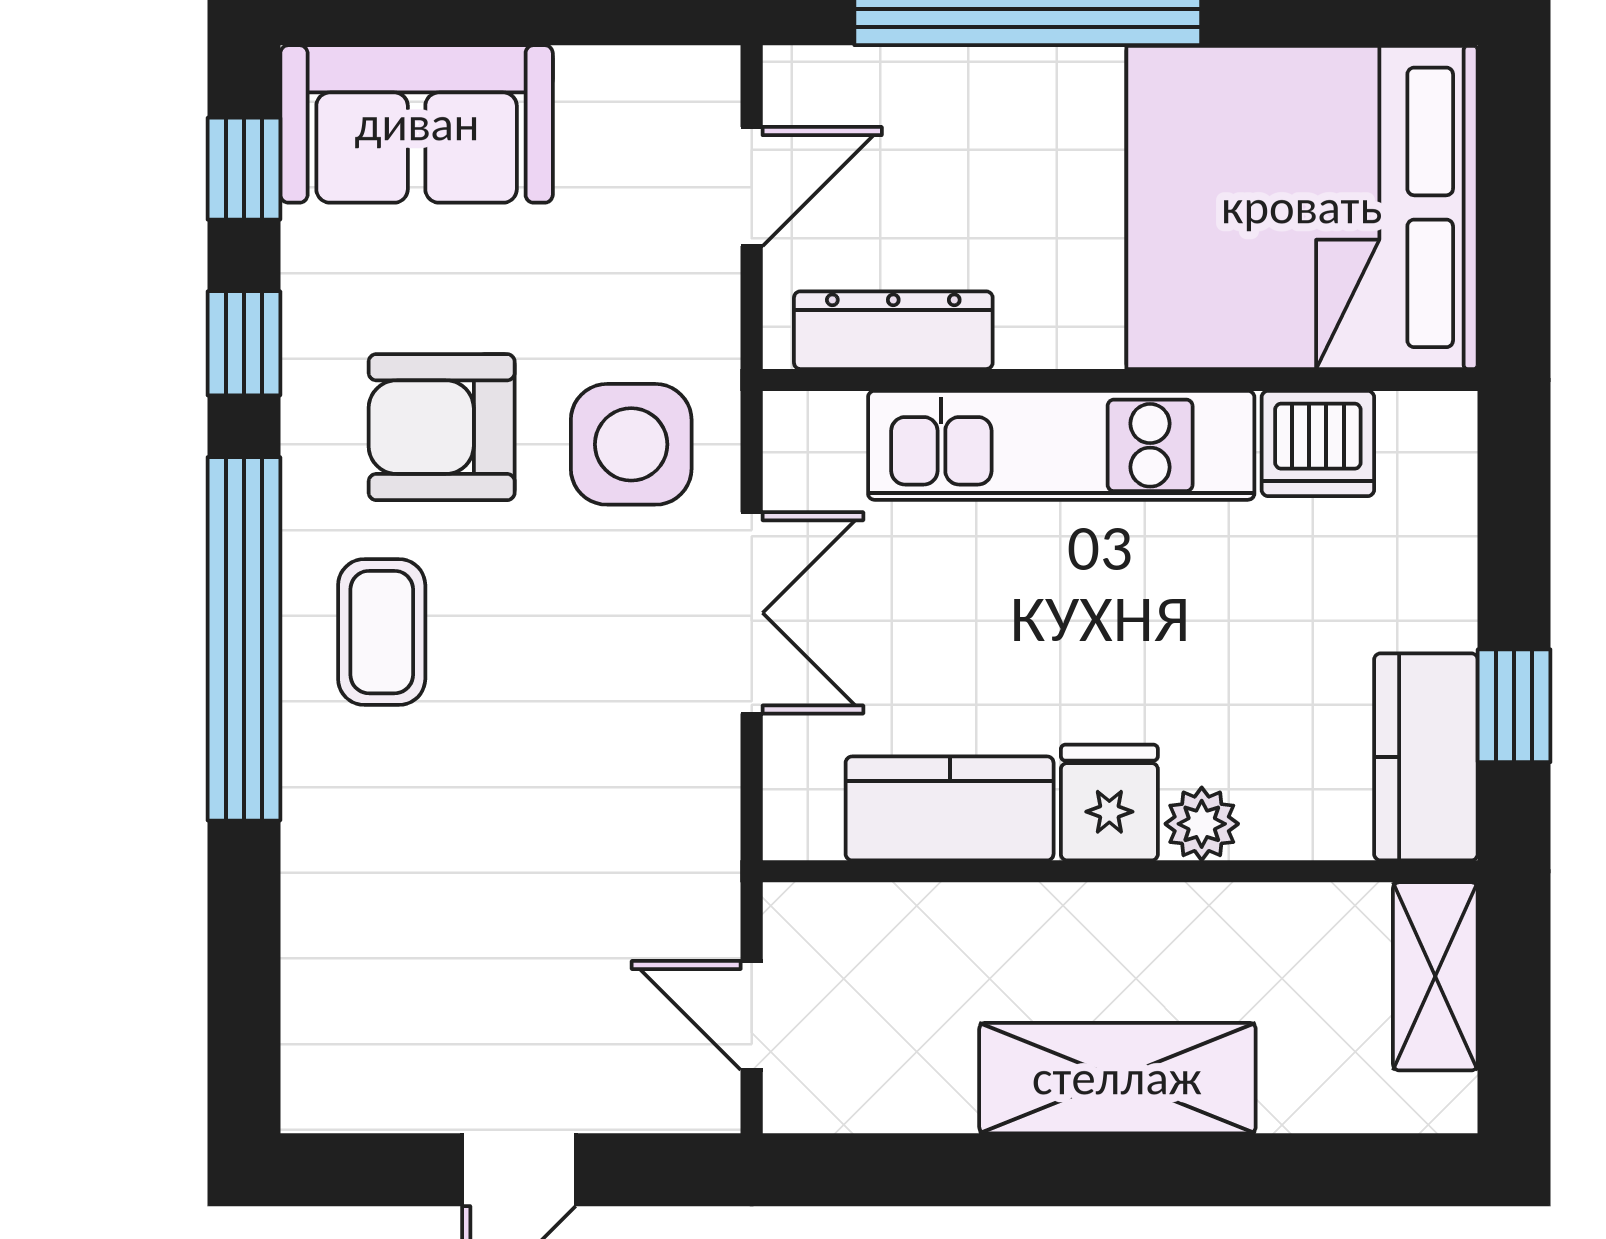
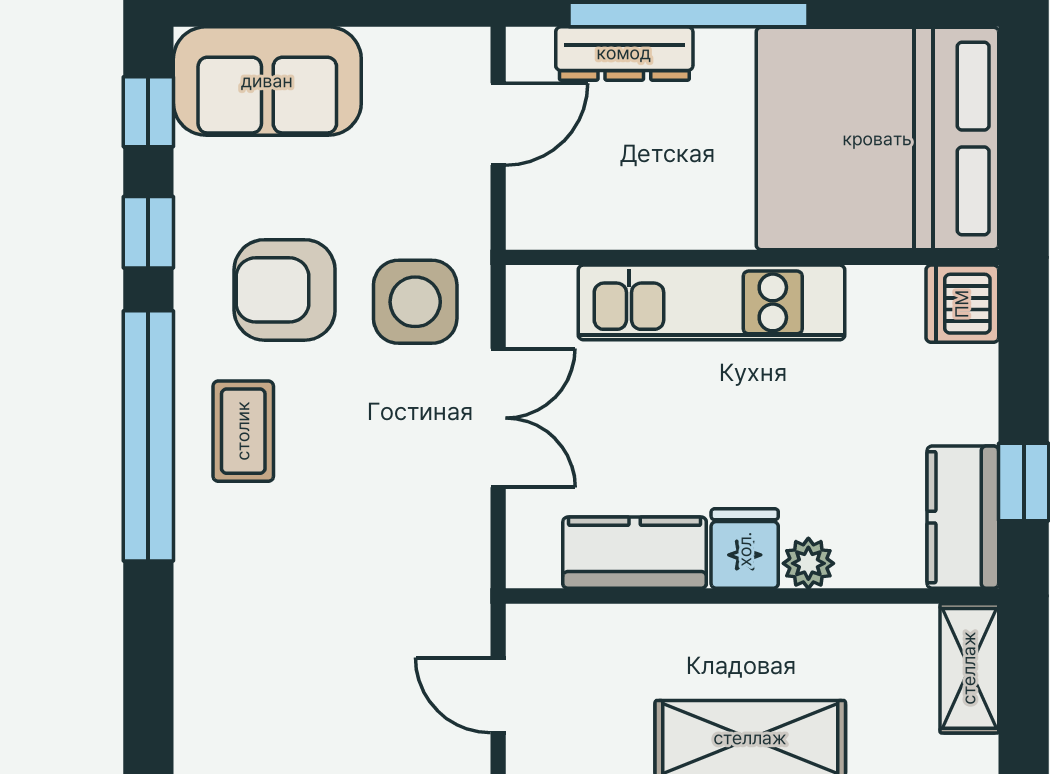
dresser: (893, 330) -> (624, 53), moved, turned 180
dishwasher: (1318, 443) -> (962, 304), moved, turned 90

